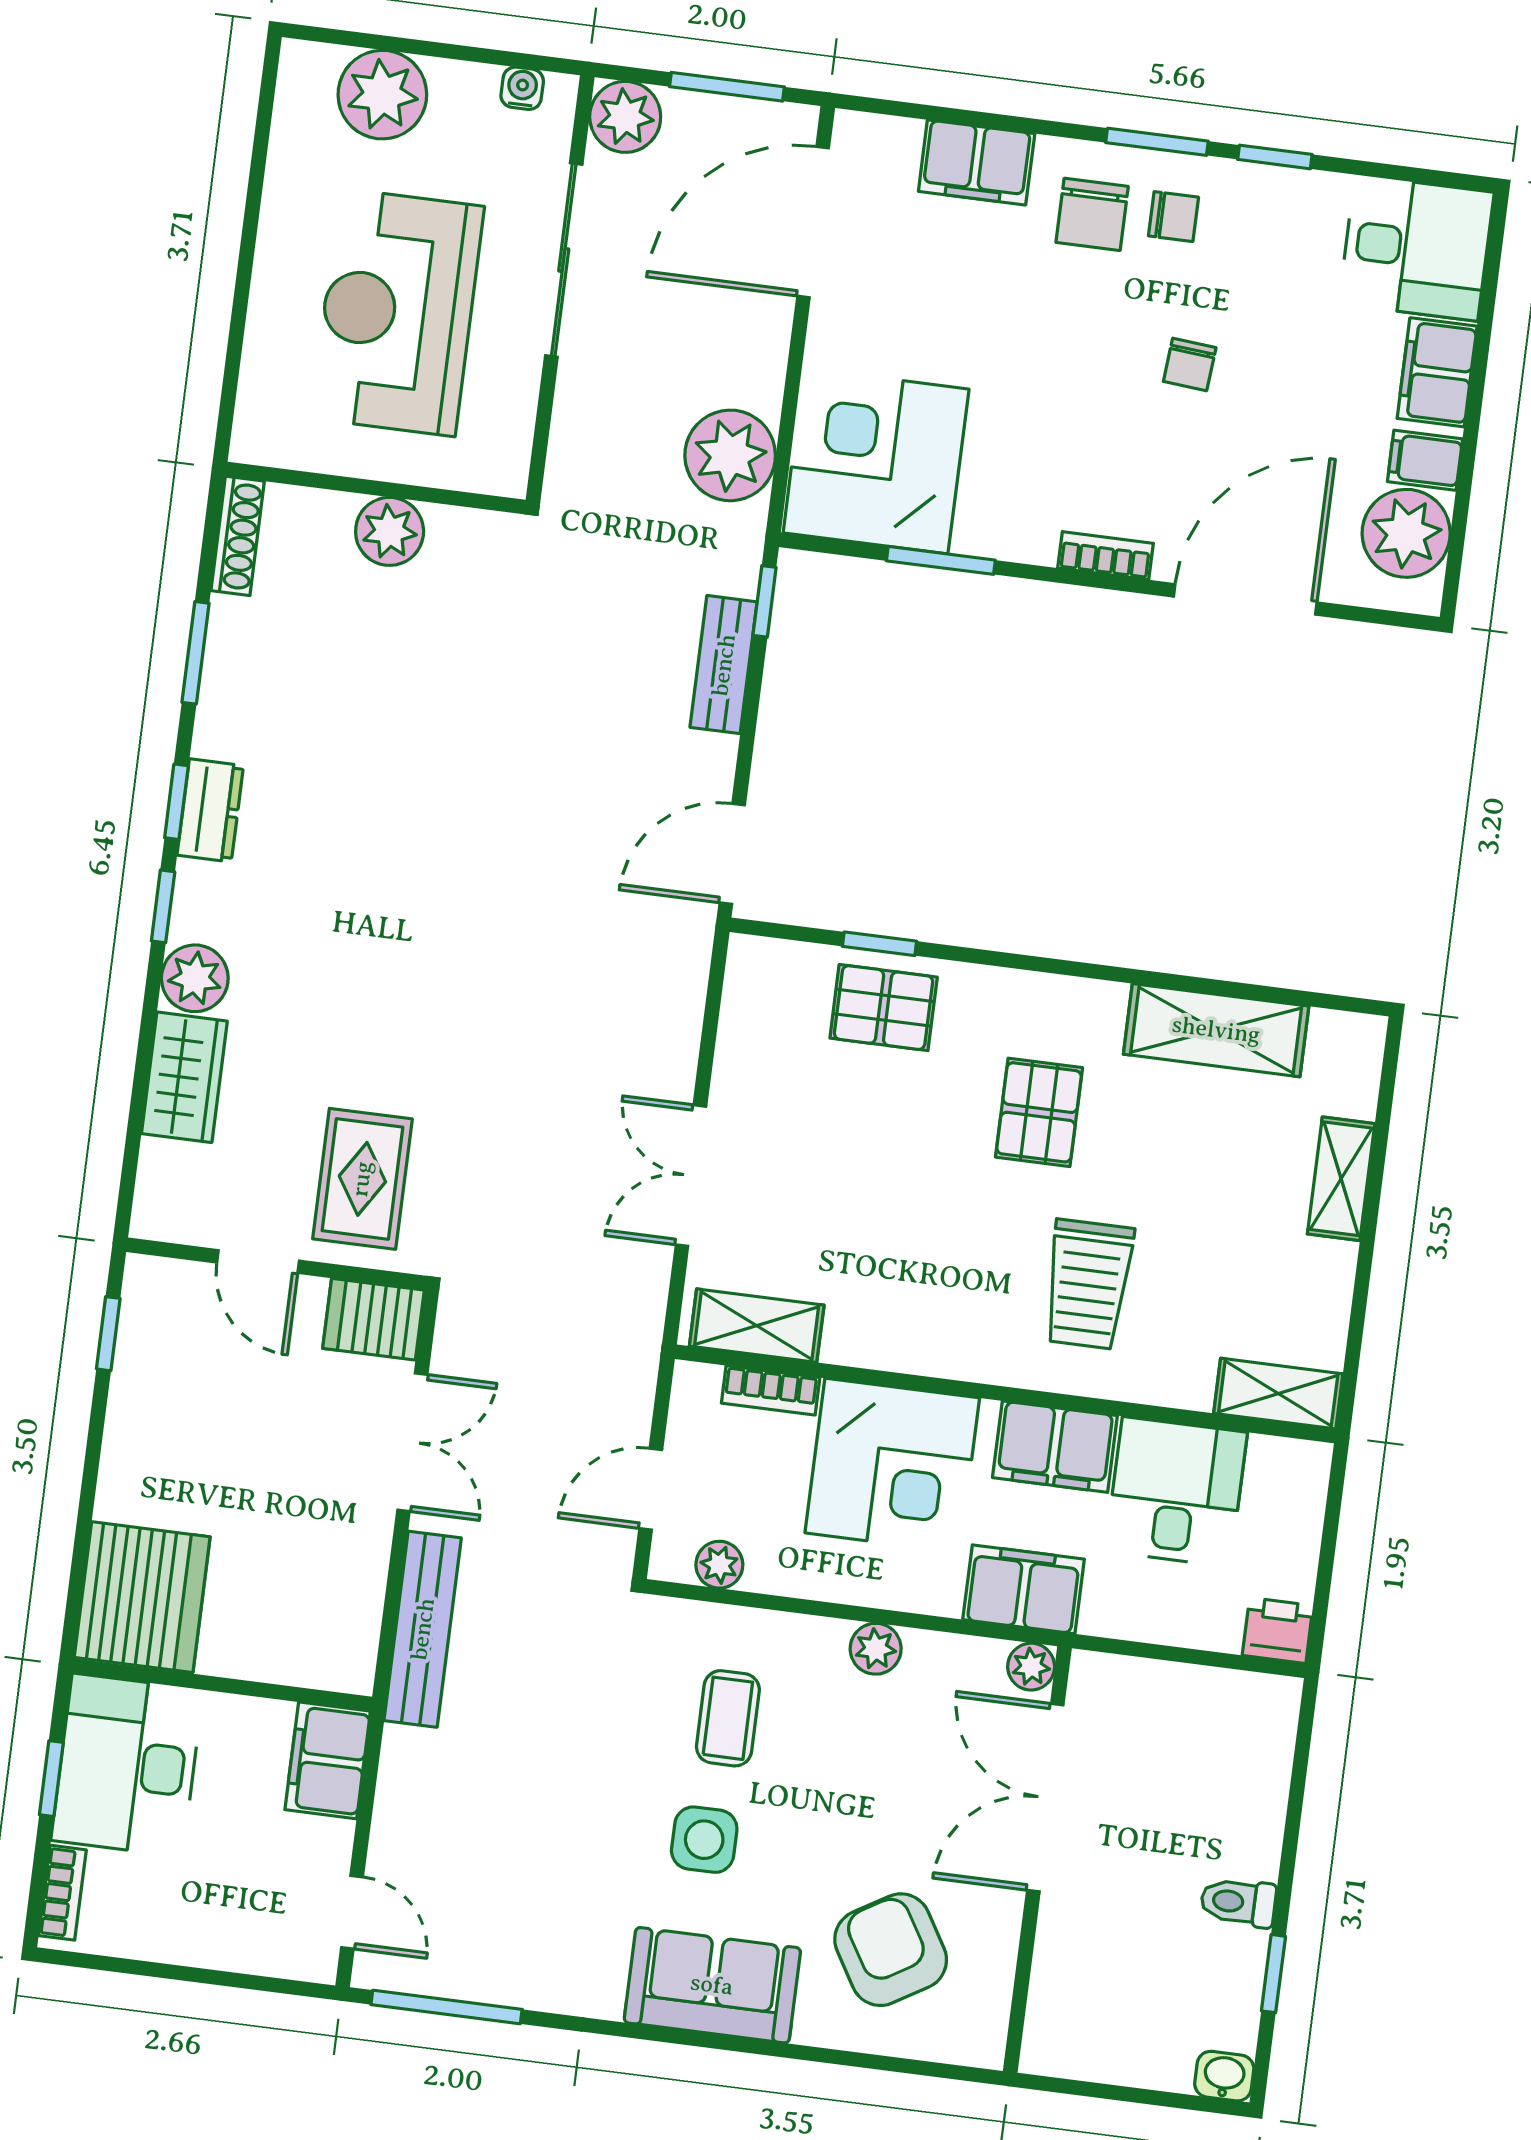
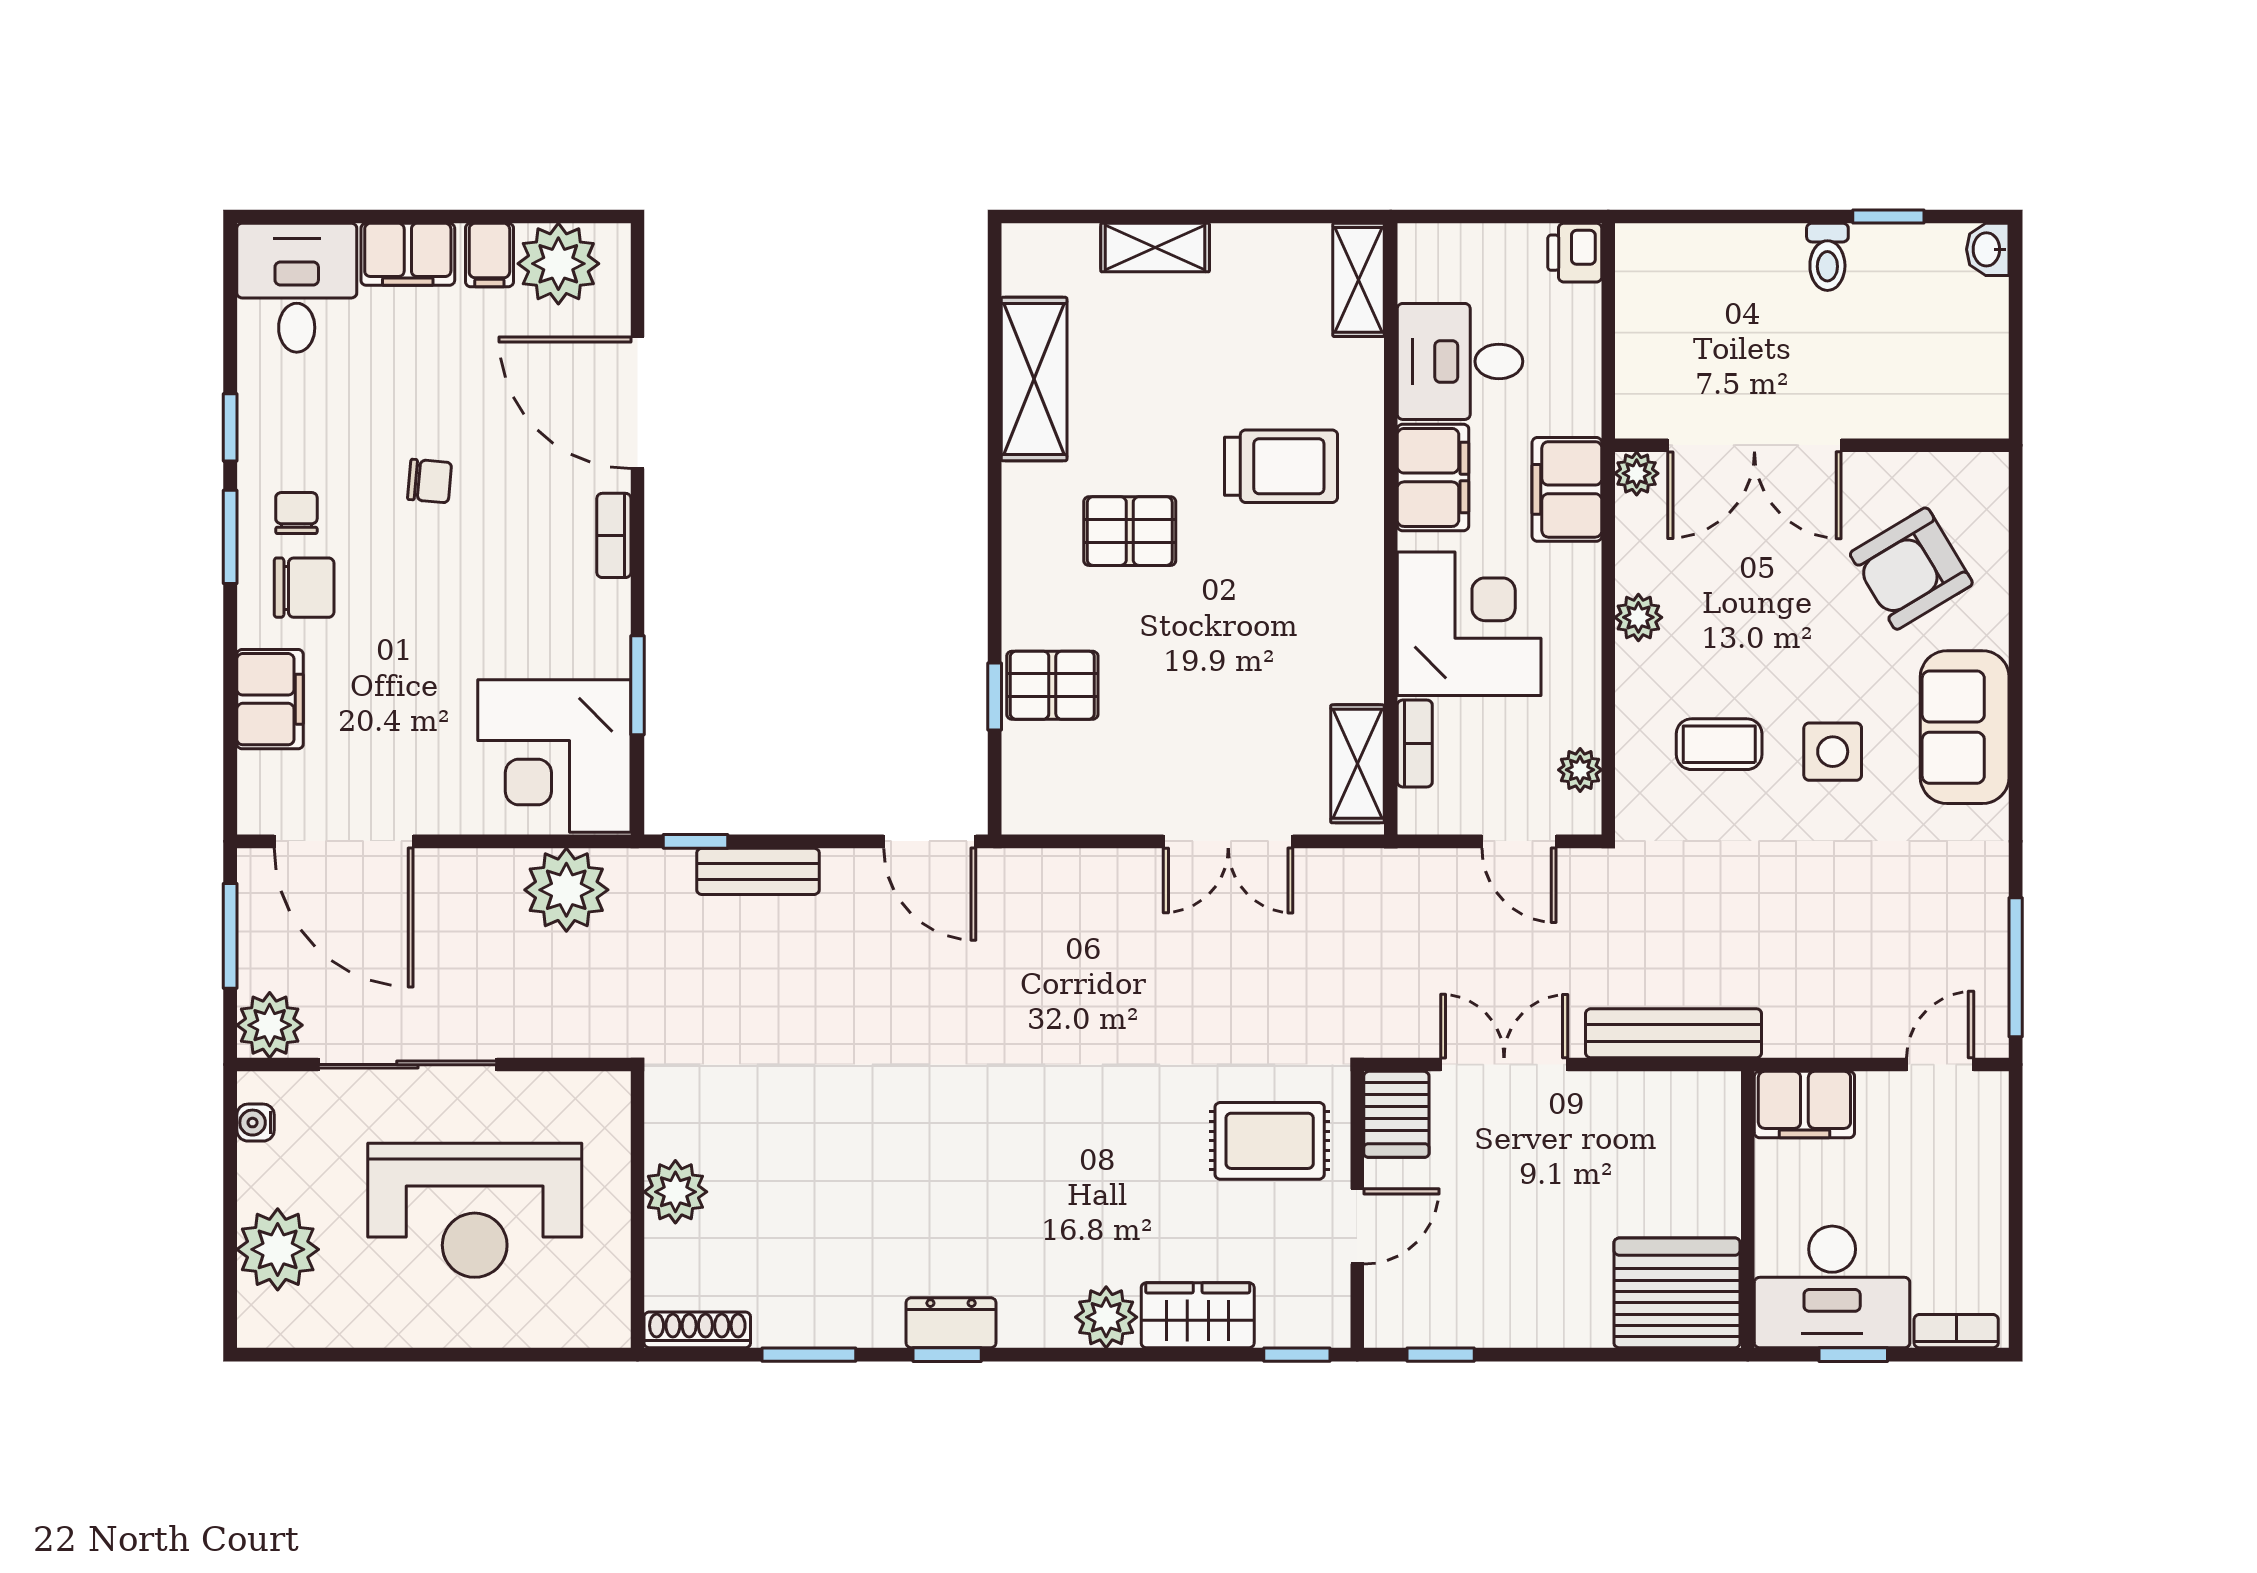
window: (163, 906) -> (1297, 1355), moved
pallet: (884, 1008) -> (1052, 685), turned 90

